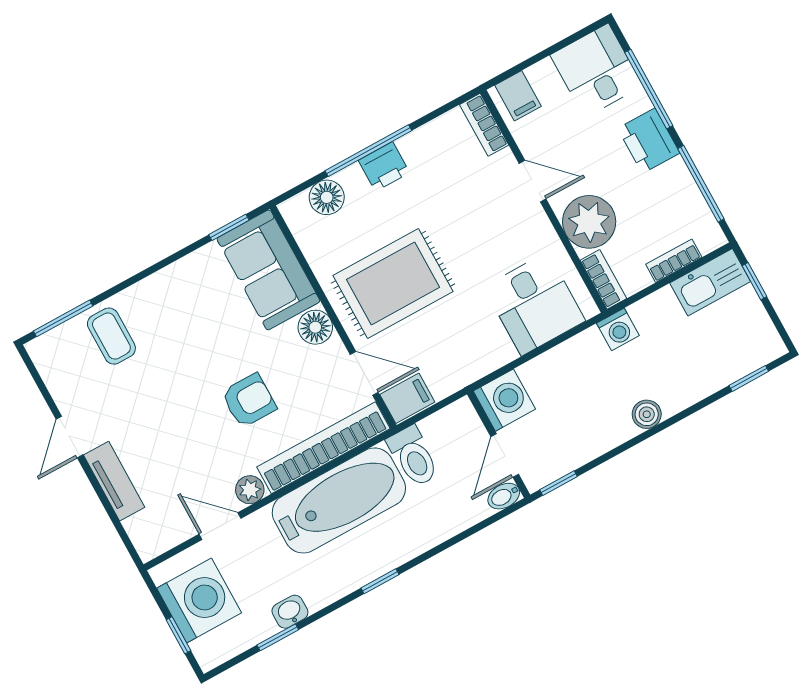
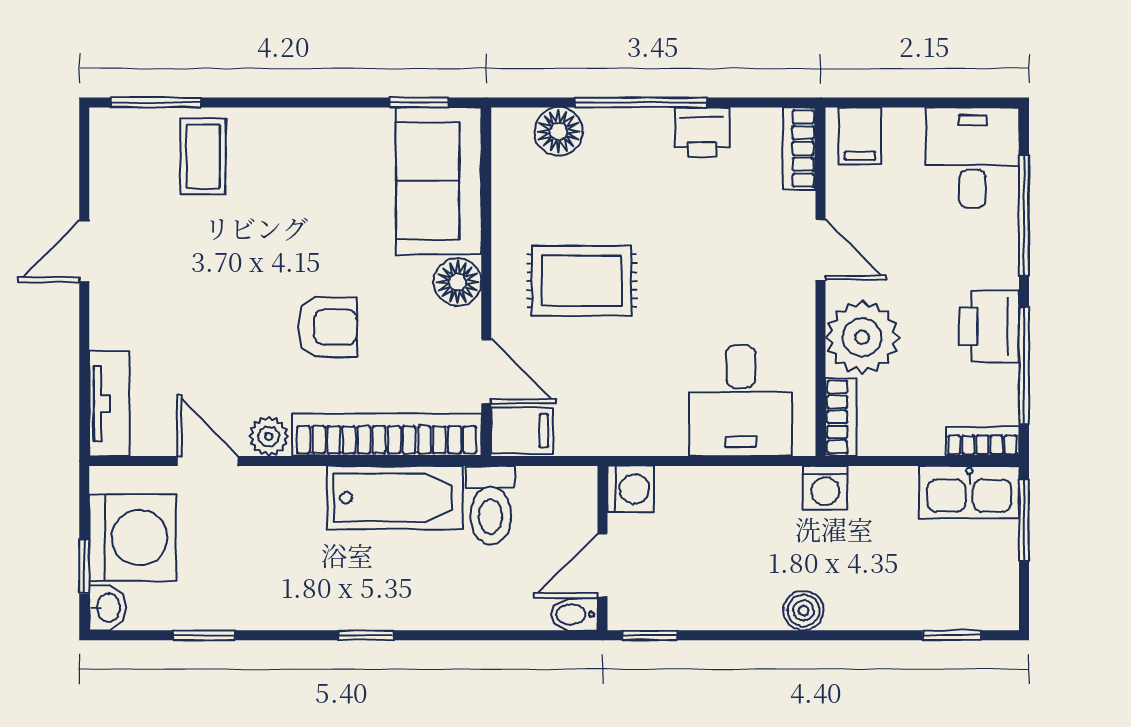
printer: (649, 141) -> (989, 326), moved
printer: (384, 167) -> (702, 132), moved
bookcase: (674, 261) -> (982, 441), moved
window: (754, 281) -> (1024, 520), width x1.50
rug: (393, 283) -> (582, 281), width x0.73, depth x0.70
washing machine: (504, 400) -> (631, 489), width x0.73, depth x0.73
tv unit: (114, 481) -> (109, 403), moved
bathtub: (339, 500) -> (395, 498), width x0.73, depth x0.73
washbasin: (290, 612) -> (107, 608), moved, turned 90

